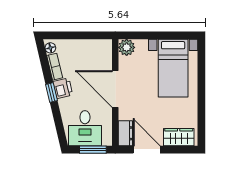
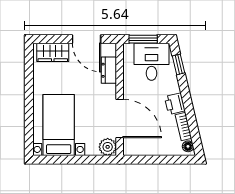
door: (115, 89) -> (120, 119), moved
window: (52, 92) -> (179, 64), moved
dresser: (125, 133) -> (109, 70), moved

